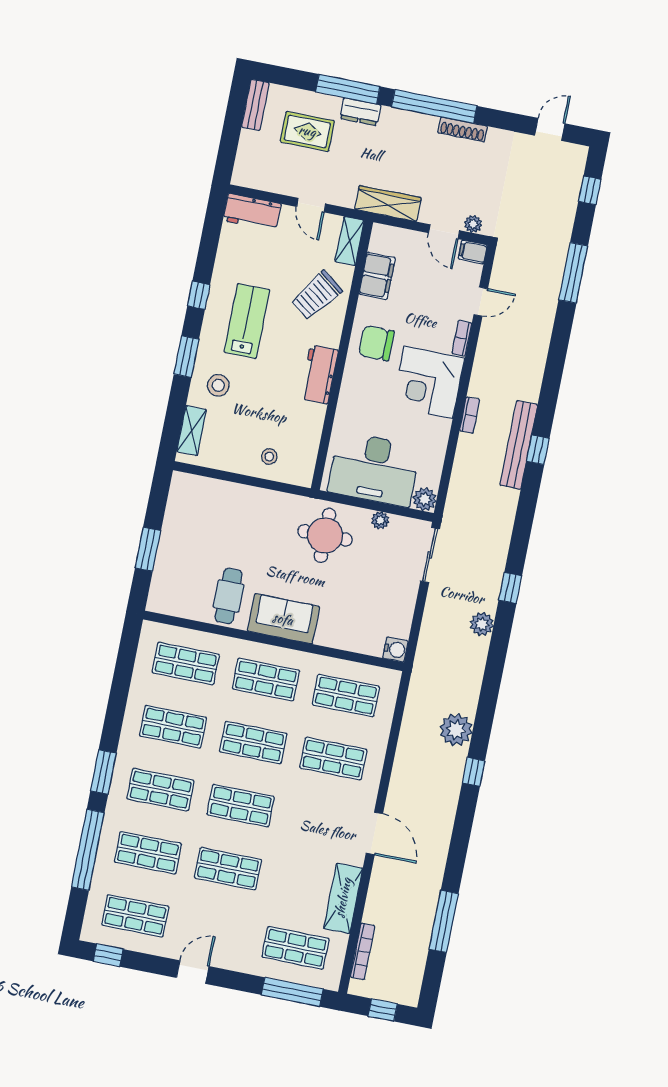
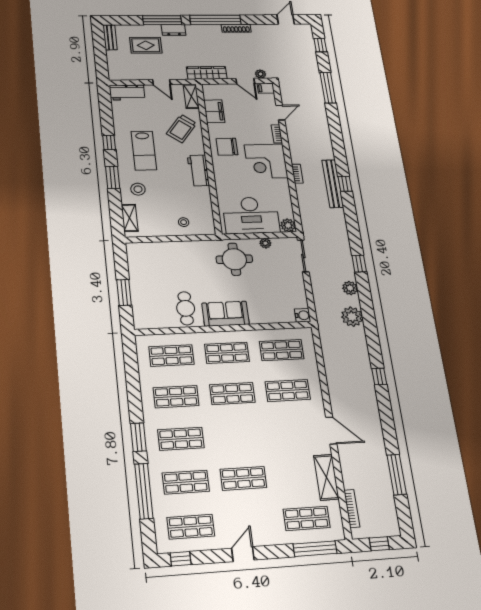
lab bench: (247, 321) -> (144, 151), turned 180
plant: (456, 730) -> (352, 317), moved
shop shelf: (241, 806) -> (238, 435), removed

